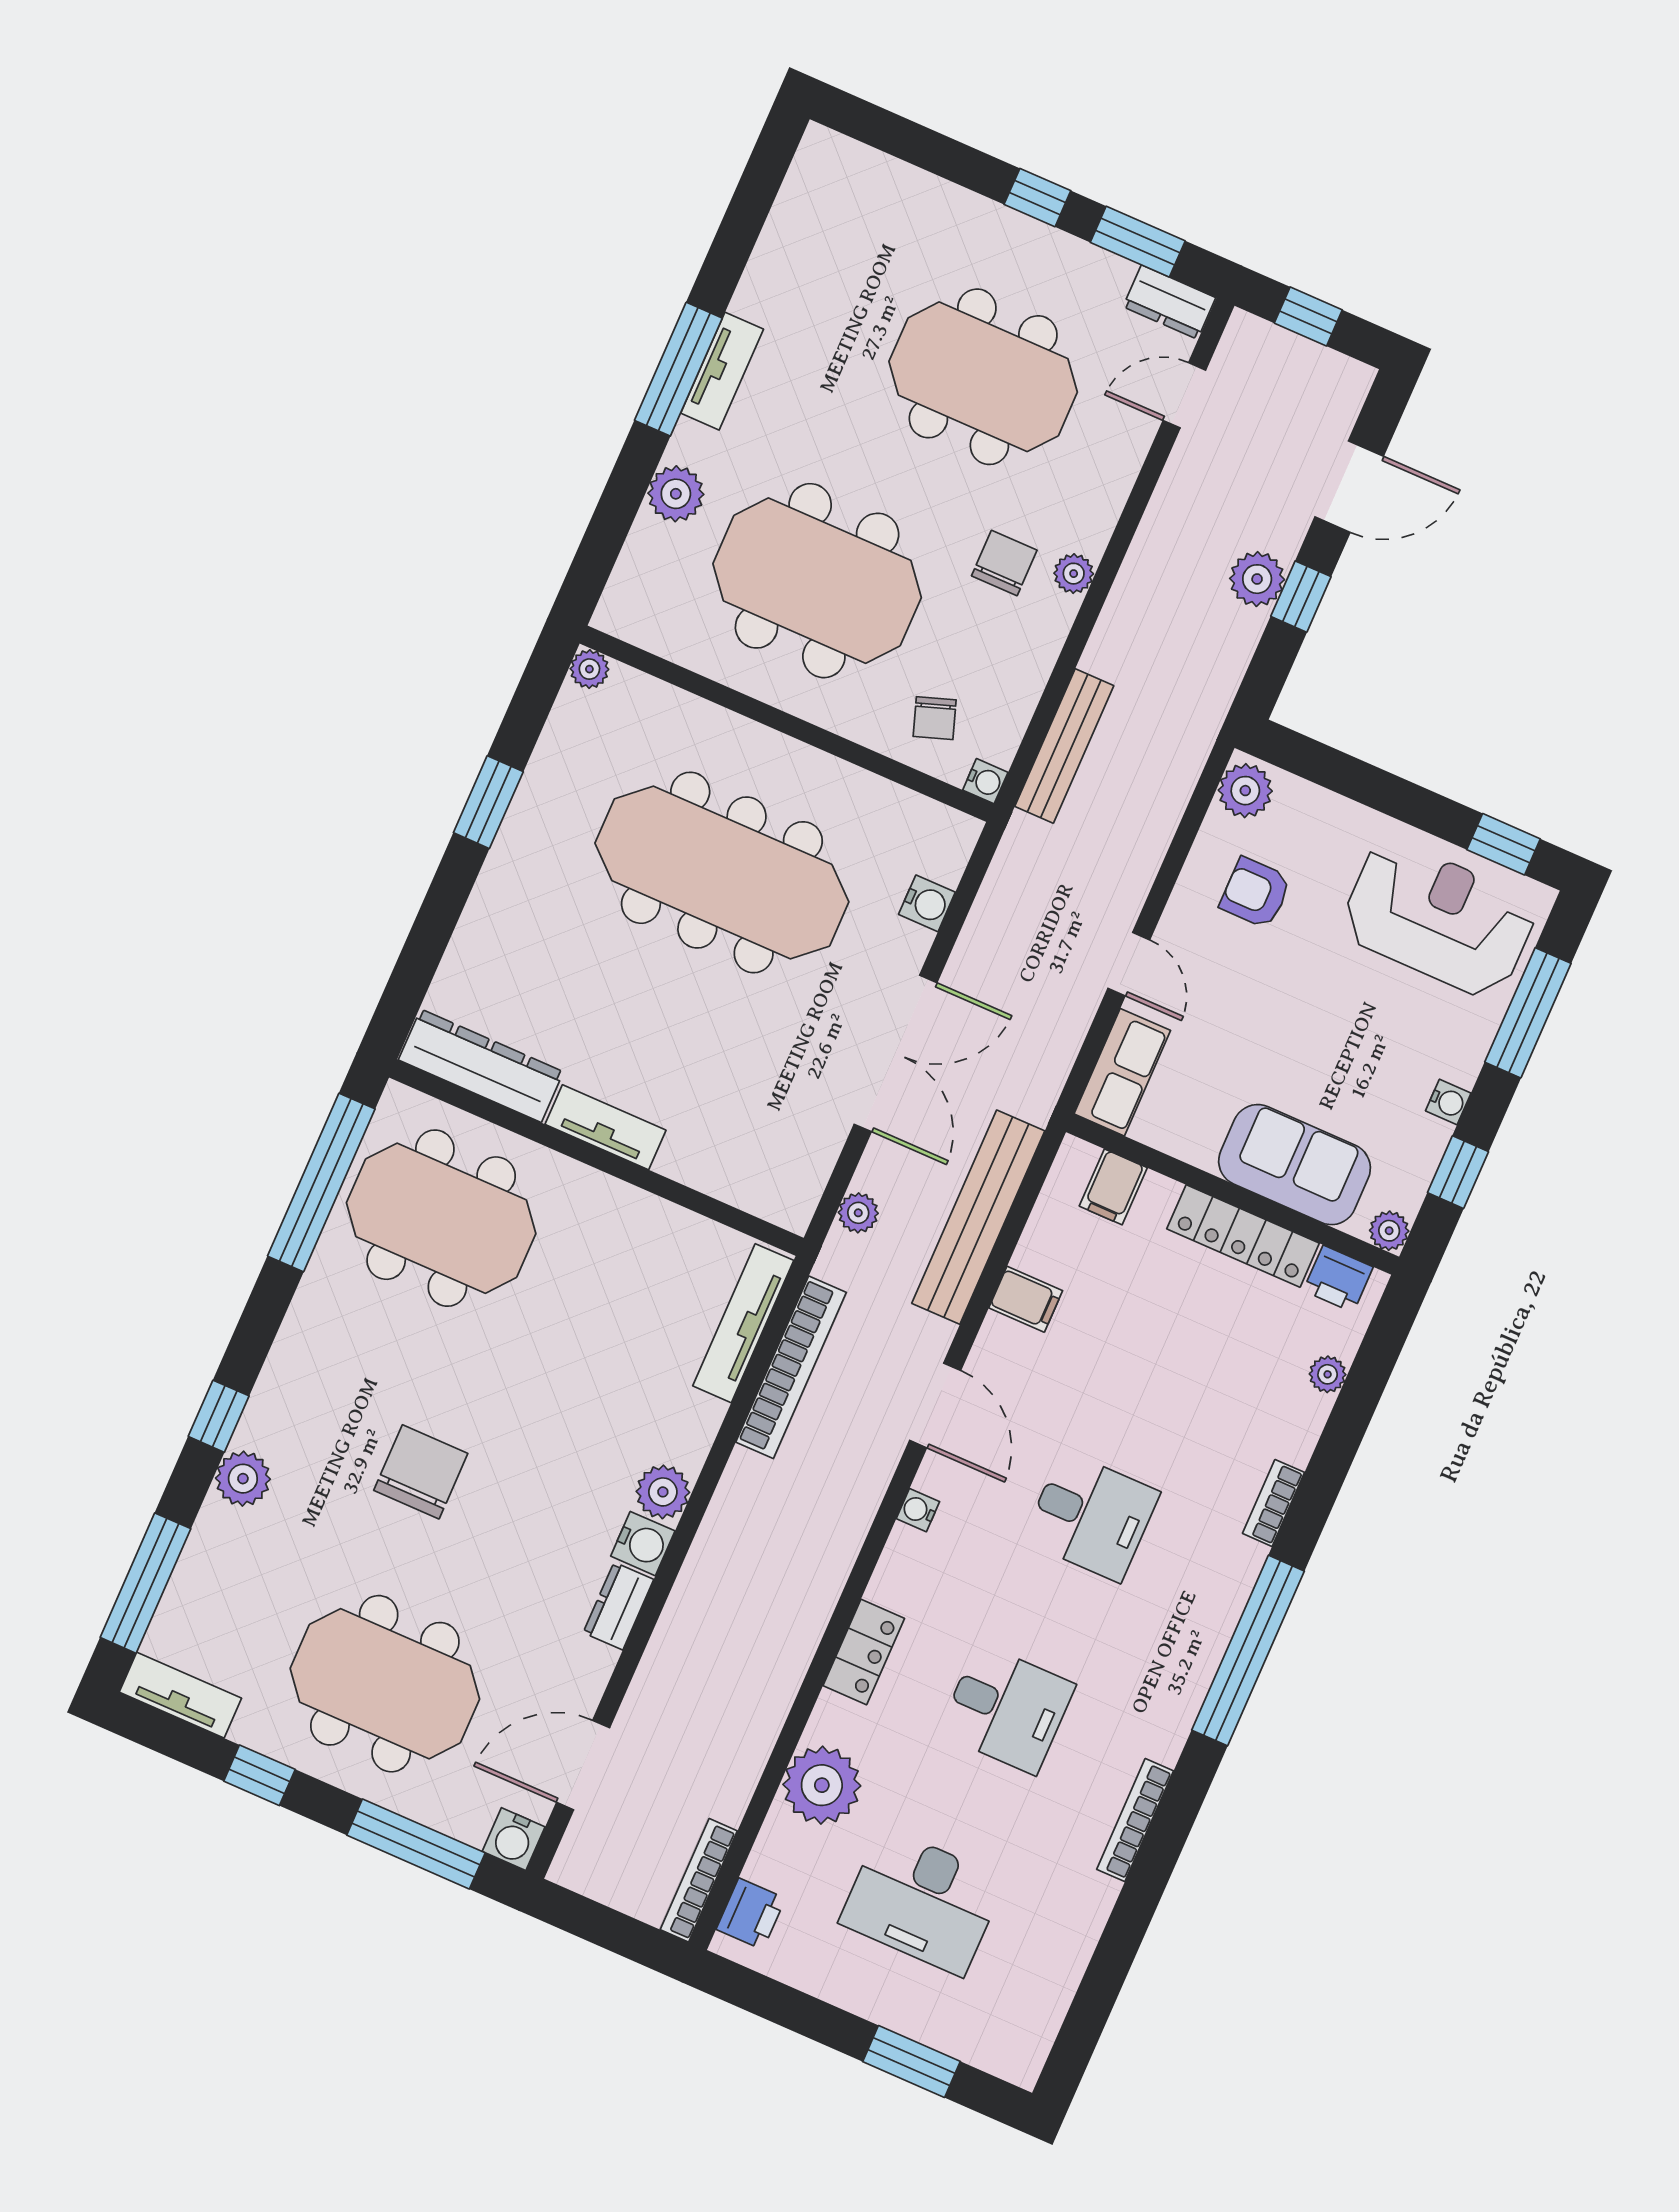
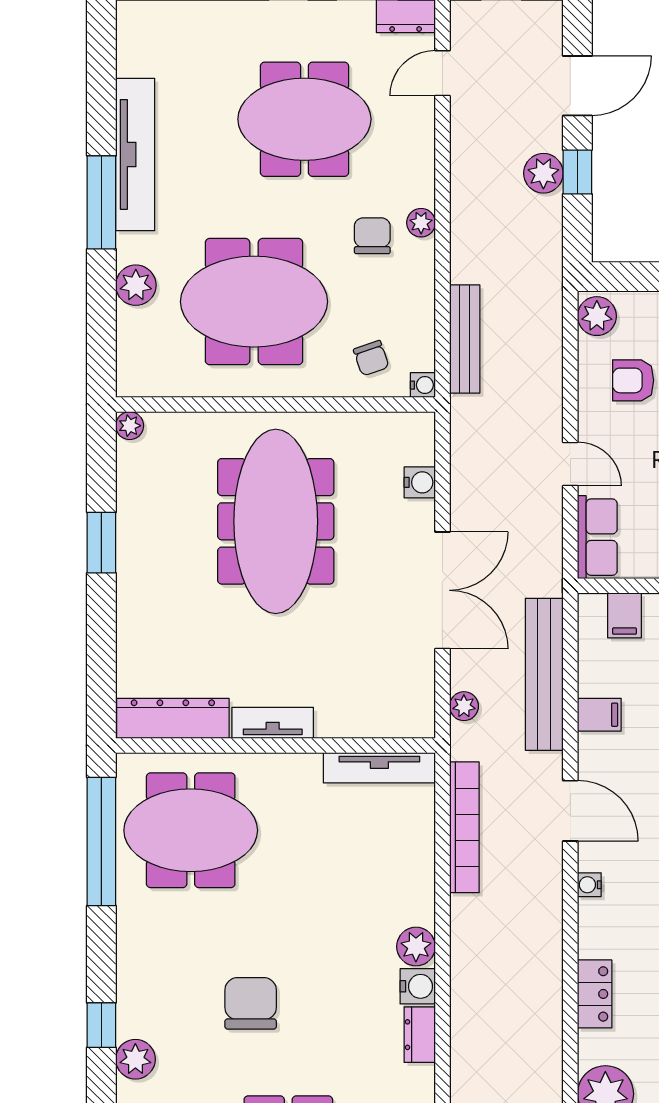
tv unit: (722, 371) -> (135, 154), width x1.92, depth x1.29
meeting table: (722, 873) -> (276, 521), turned 90
tv unit: (743, 1323) -> (379, 768), moved, turned -90

